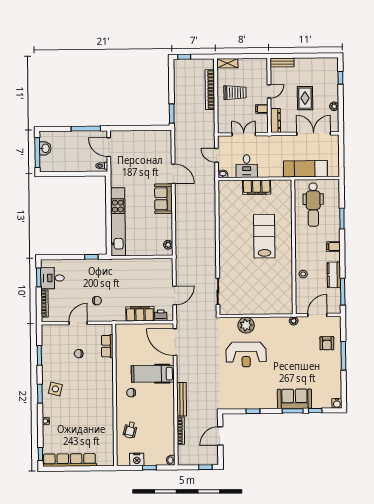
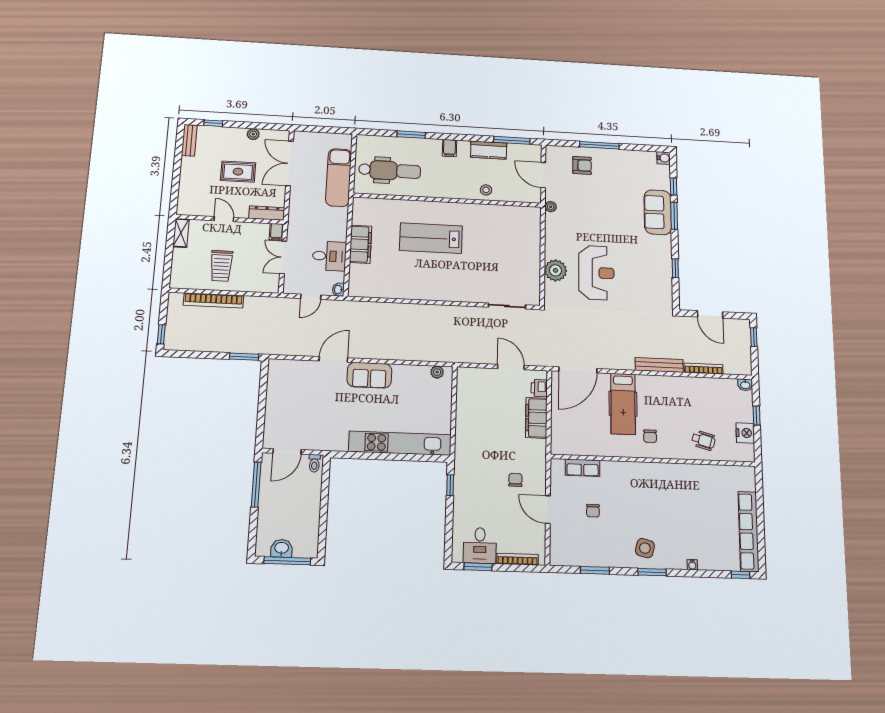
shelving: (227, 63) -> (181, 233), moved
bench: (282, 63) -> (189, 140), moved
trolley: (235, 93) -> (221, 266), turned 180
filing cabinet: (262, 109) -> (276, 232), moved

